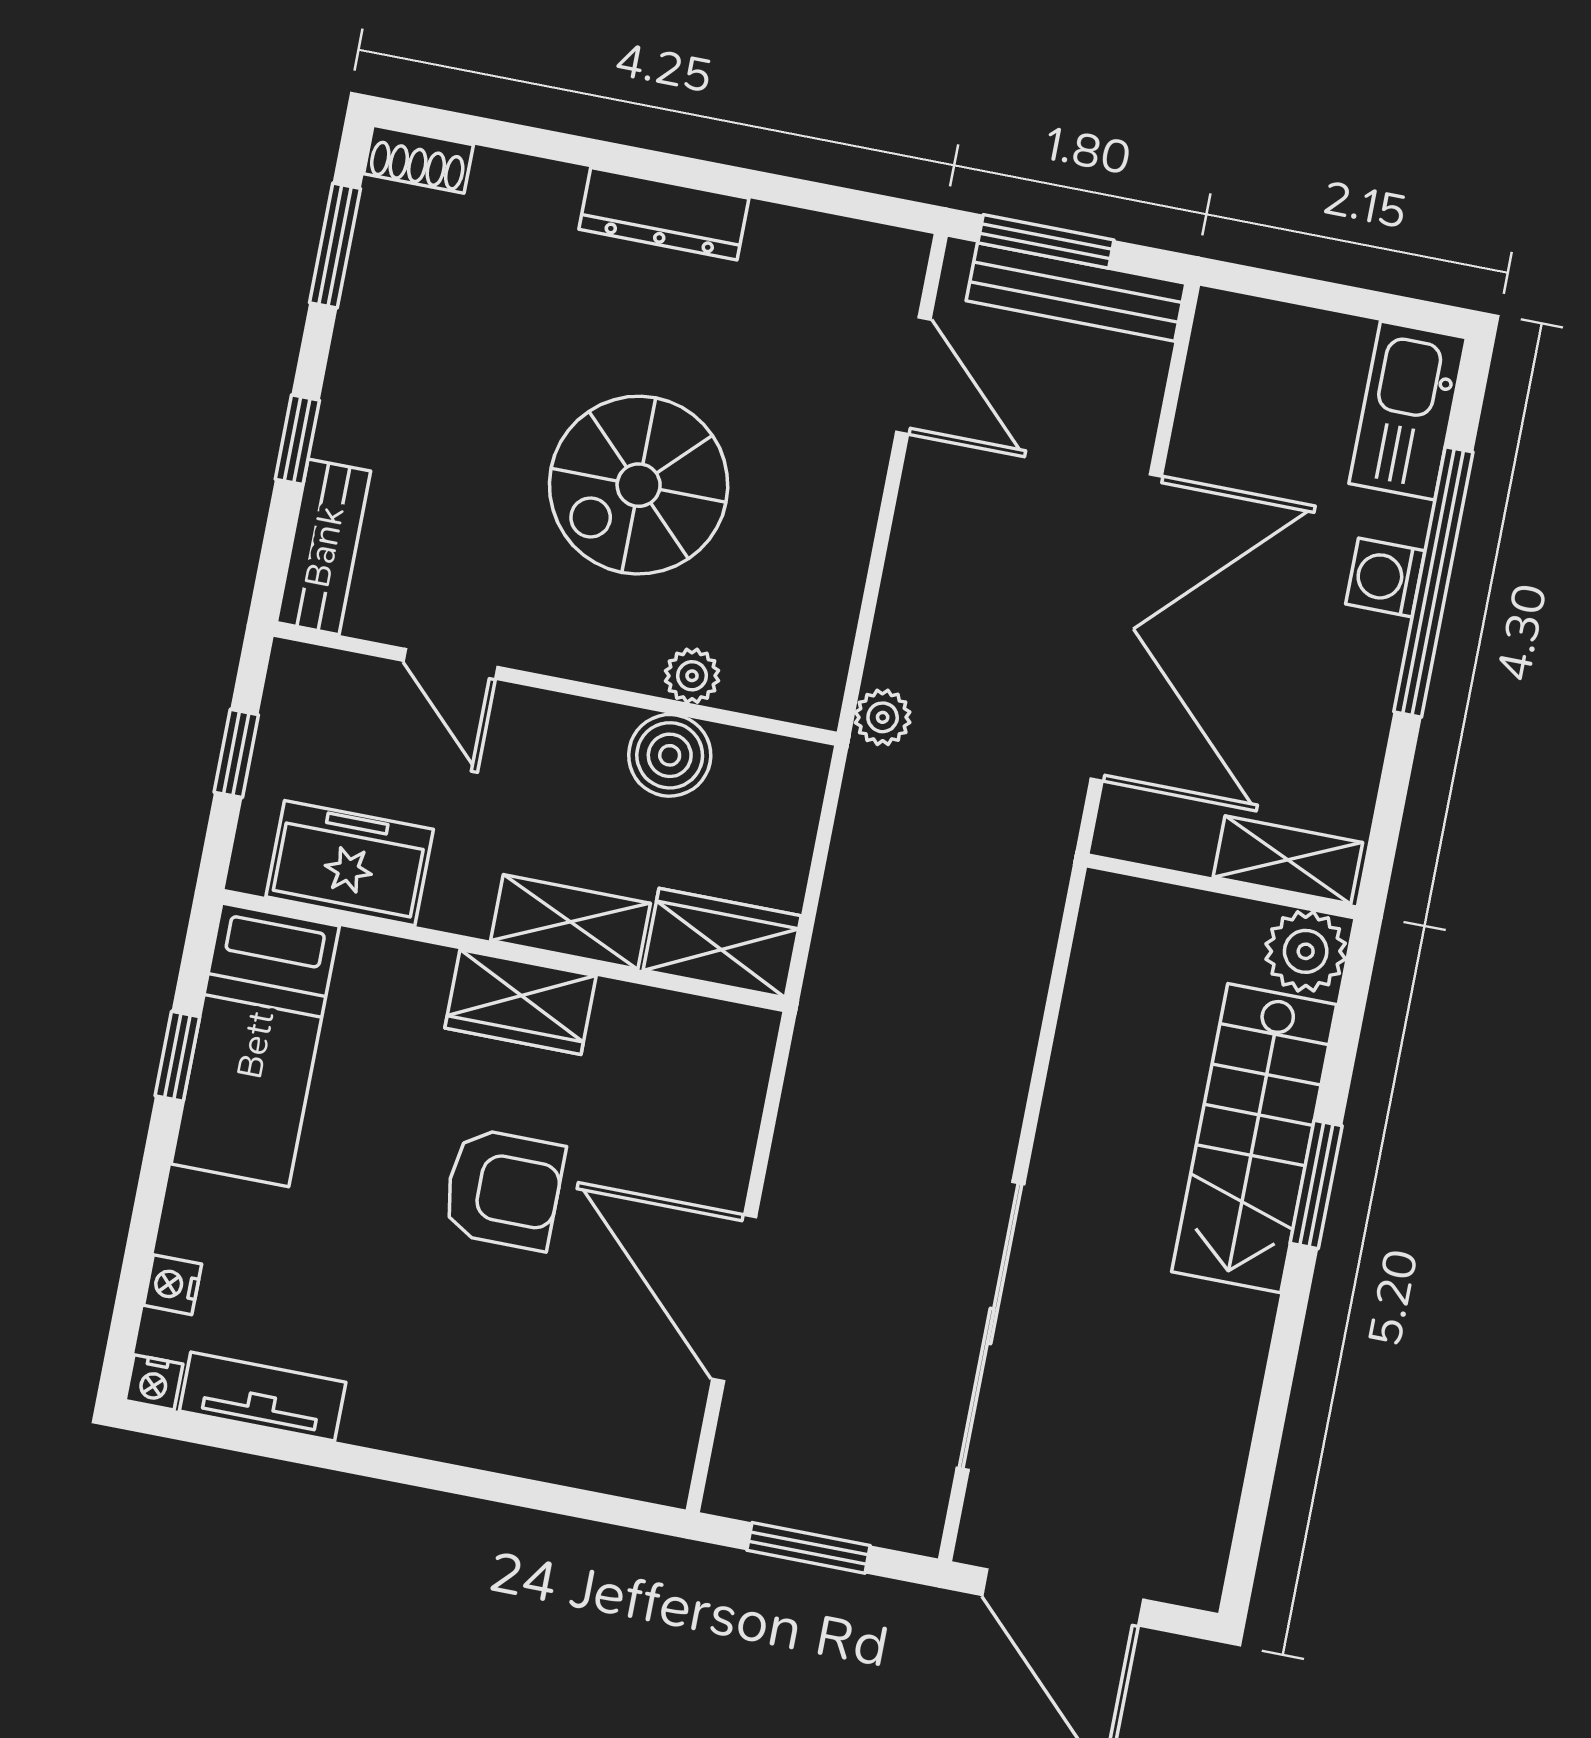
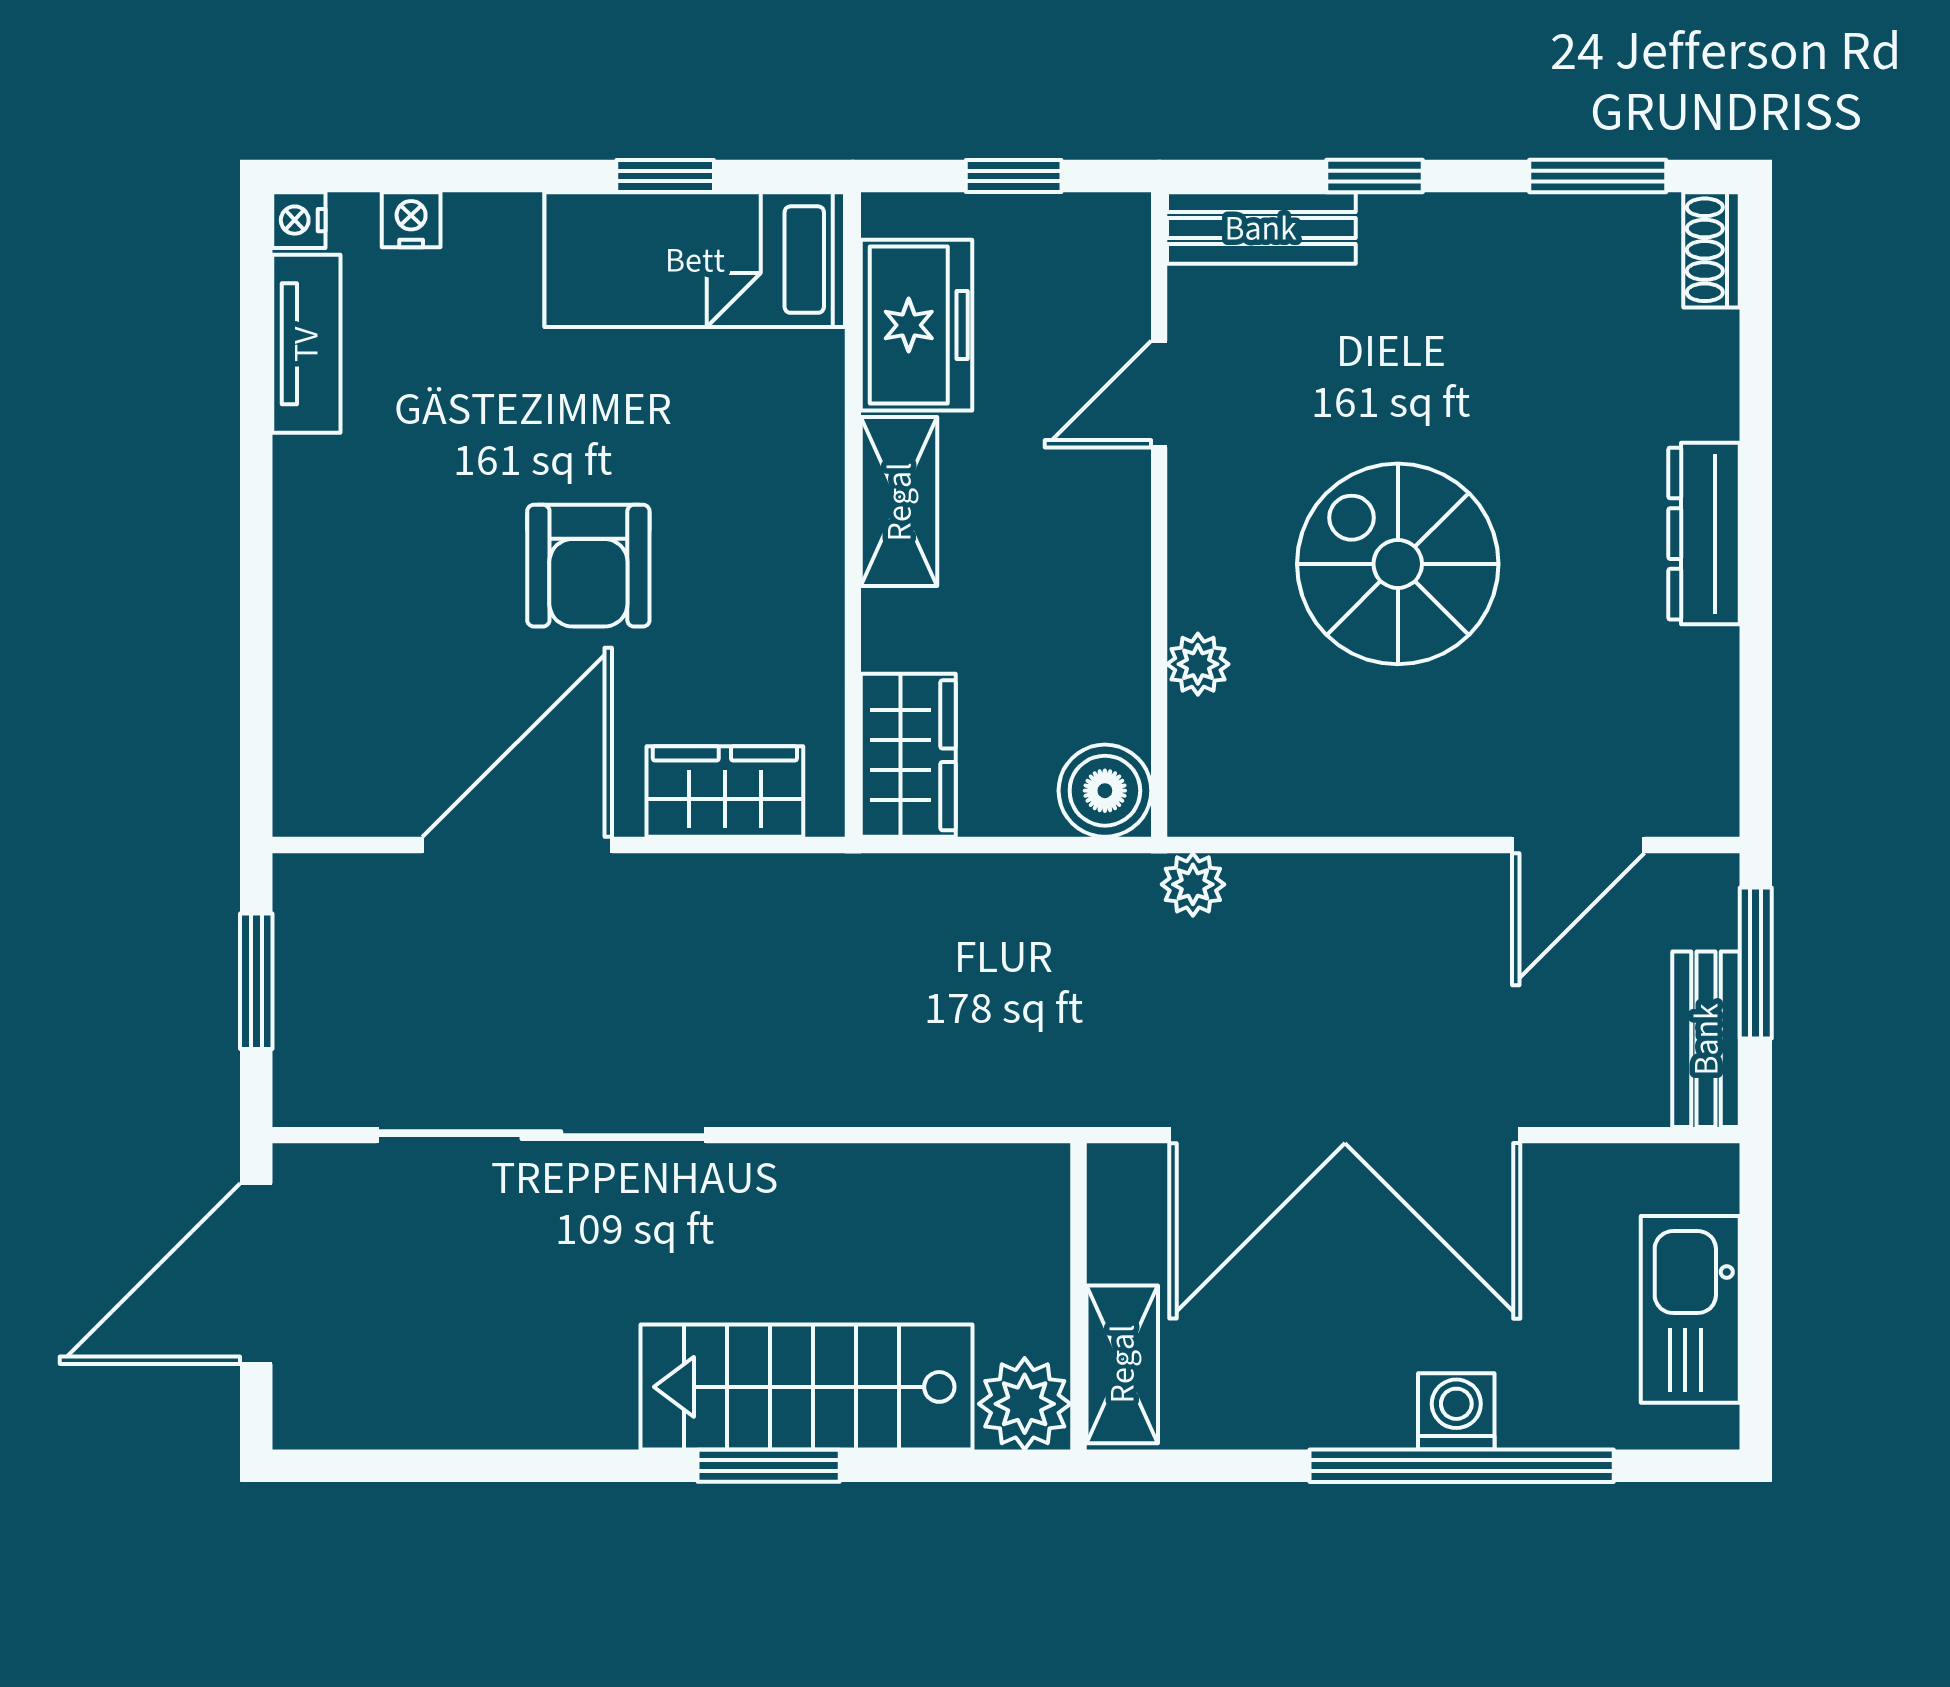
bench: (1076, 292) -> (1706, 1039), width x0.73
kitchen sink: (1408, 411) -> (1690, 1309), moved, turned -90
boiler: (670, 755) -> (1105, 791), moved
shelving: (571, 922) -> (899, 502), moved
wardrobe: (520, 1002) -> (725, 792), moved, turned 90

